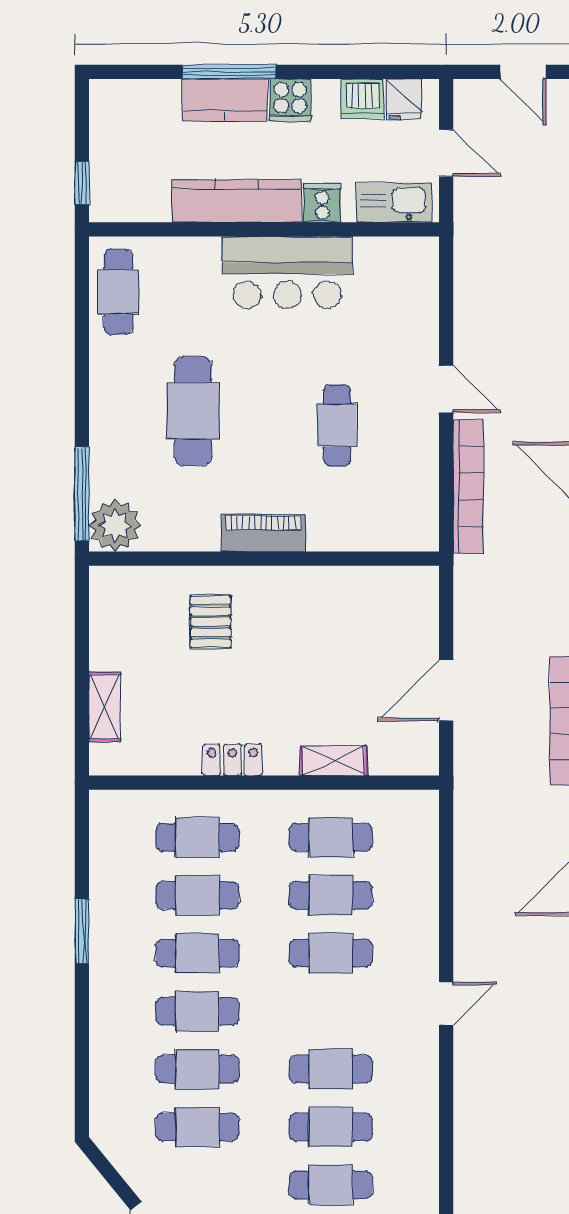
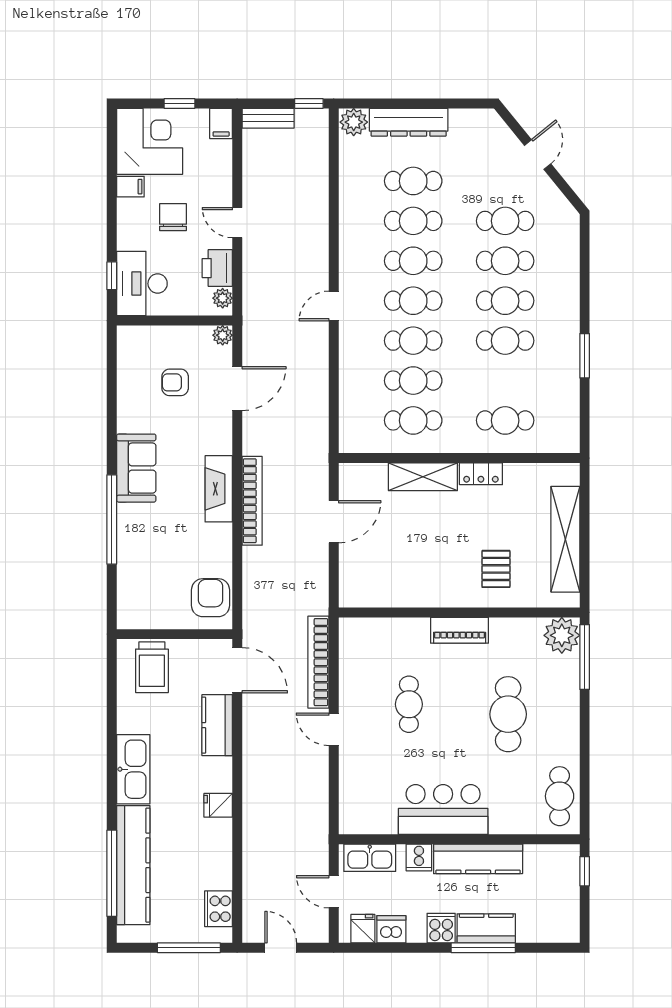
shelving: (105, 707) -> (565, 539), width x2.20, depth x1.33
shelving: (333, 761) -> (423, 477), width x1.50, depth x1.33
cafe table: (197, 895) -> (413, 301), moved

